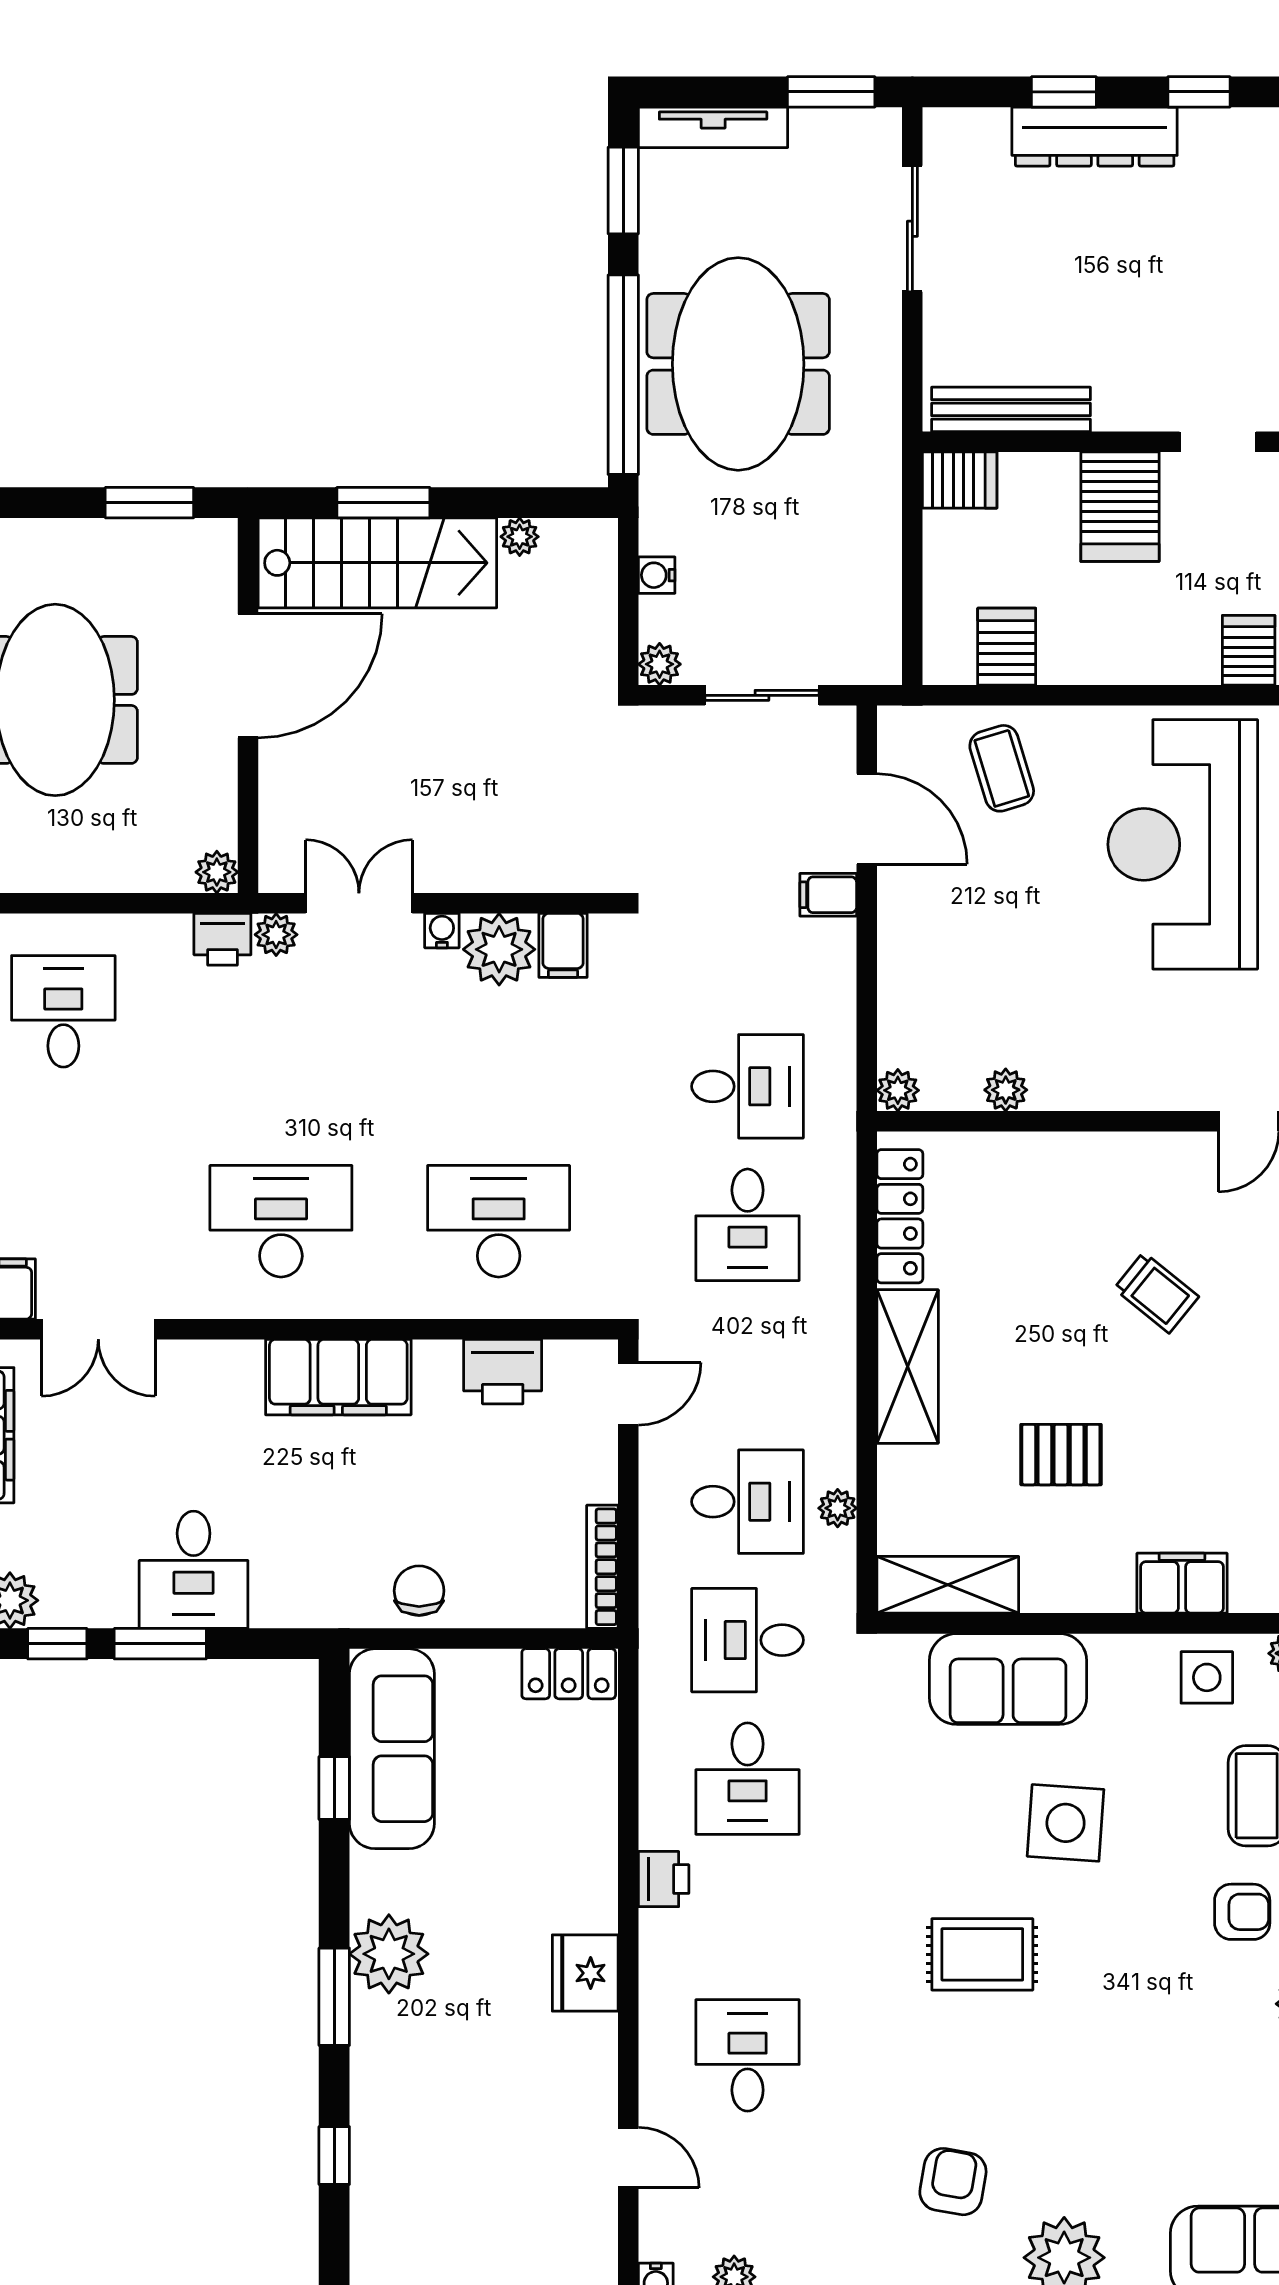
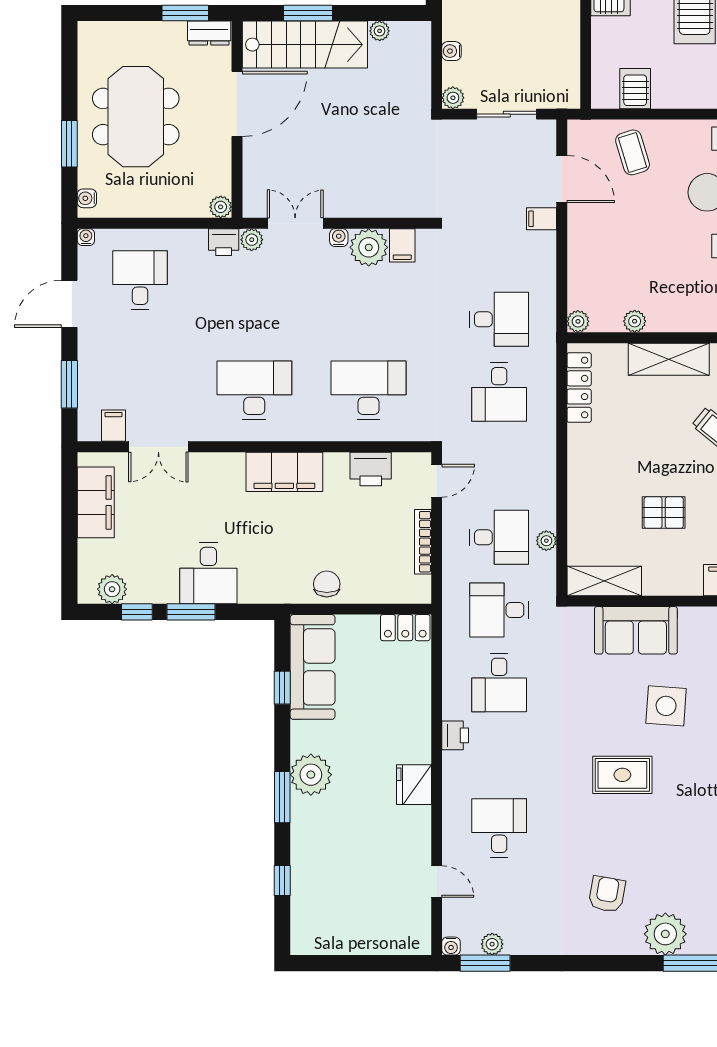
dresser: (195, 541) -> (209, 33), added
shelving: (908, 1366) -> (669, 359), moved, turned 90
bookcase: (602, 1567) -> (423, 542), moved

